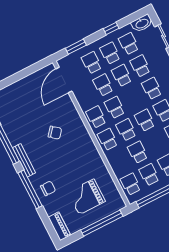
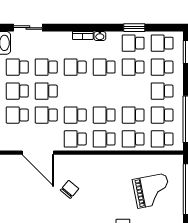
door: (64, 80) -> (38, 153), moved
school desk: (145, 120) -> (133, 139), moved
grand piano: (87, 197) -> (152, 191), turned -101

